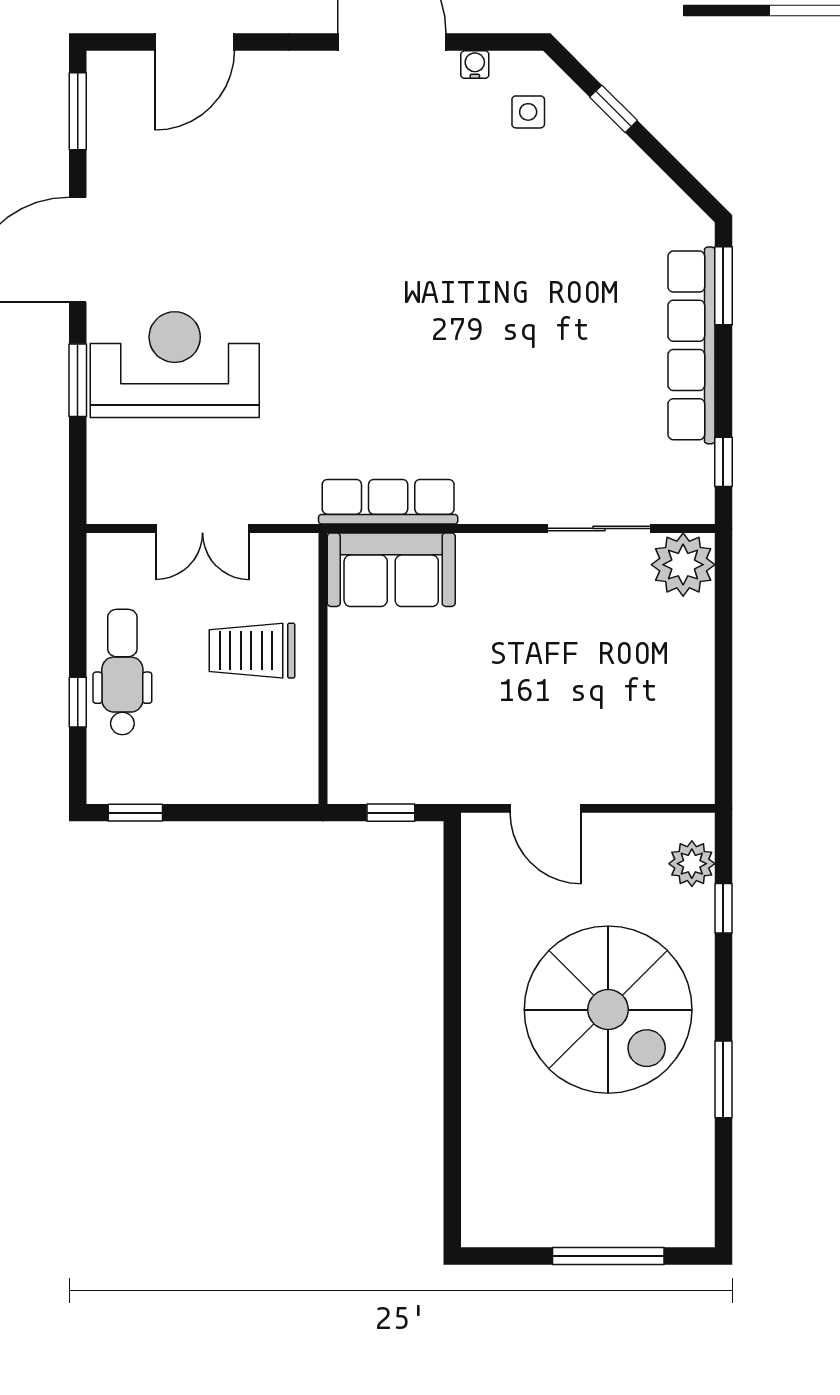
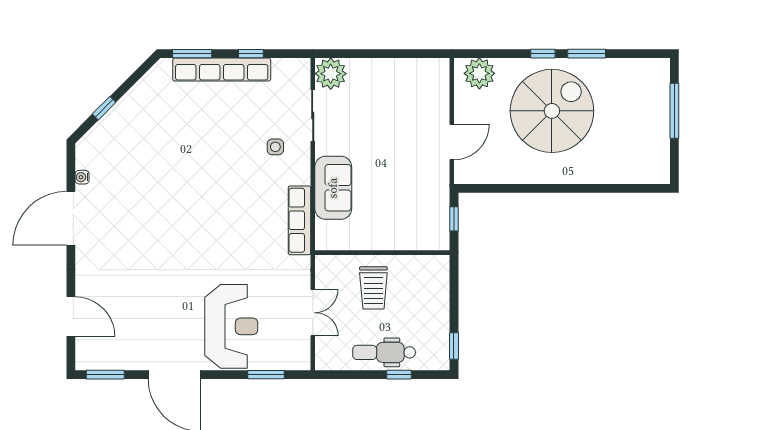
side table: (528, 112) -> (275, 147), moved
reception desk: (175, 365) -> (231, 326), turned 180
window: (78, 380) -> (266, 375), moved
window: (723, 462) -> (251, 54), moved
sofa: (391, 570) -> (333, 188), moved
plant: (692, 864) -> (479, 73), width x1.36, depth x1.36
window: (723, 908) -> (543, 54), moved

